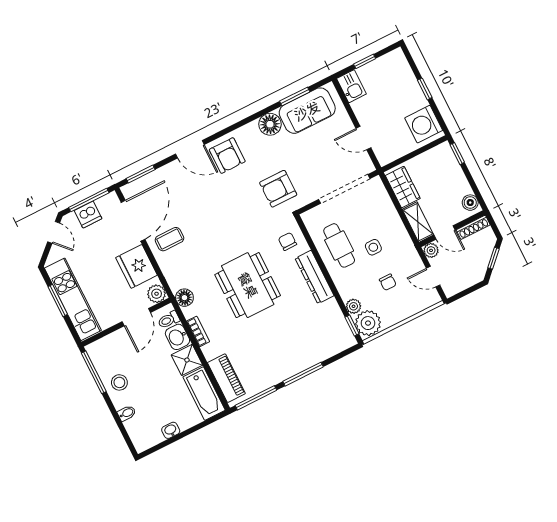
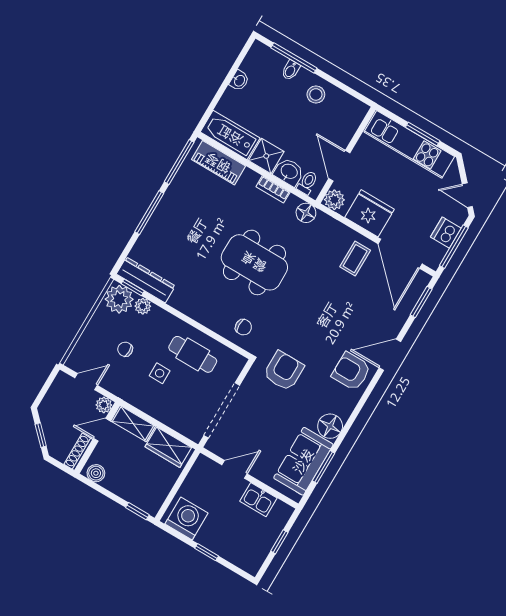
kitchen sink: (351, 86) -> (258, 500), moved
dresser: (314, 277) -> (146, 280), moved
window: (94, 372) -> (294, 58), moved

